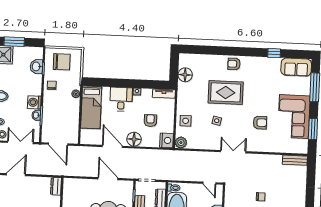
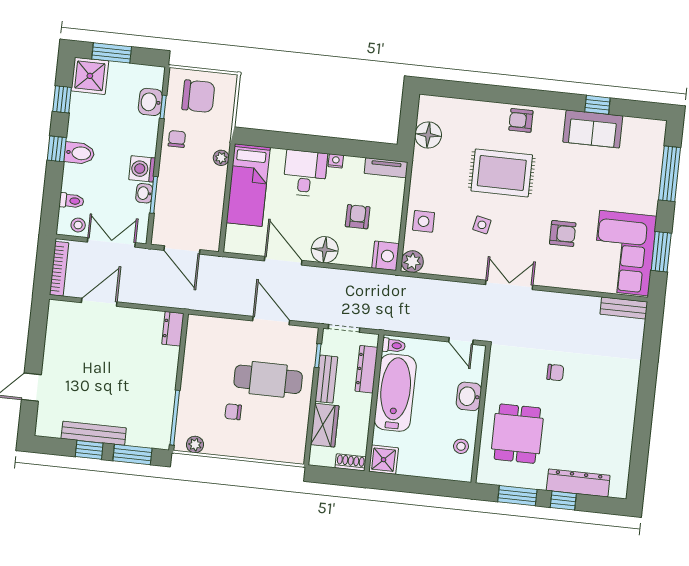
sofa: (296, 67) -> (593, 129), moved
corner sofa: (294, 117) -> (624, 253), moved

